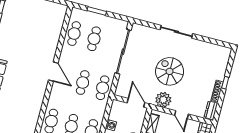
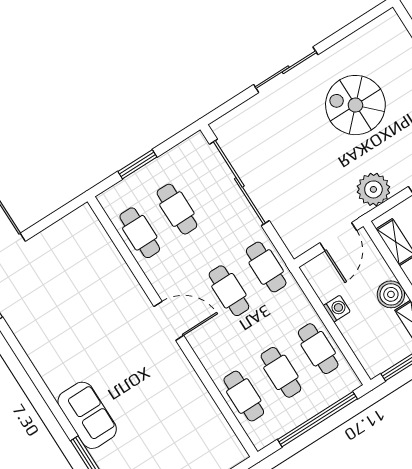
spiral stairs: (170, 71) -> (355, 105), moved
door: (136, 103) -> (338, 237), swing flipped

